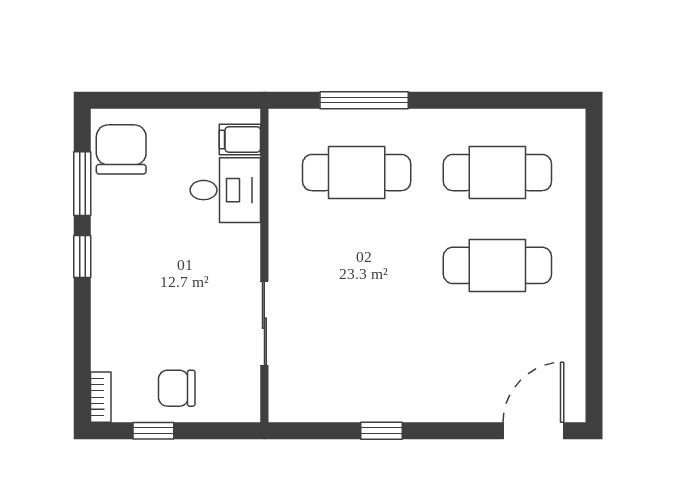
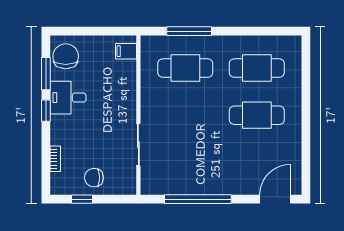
desk: (225, 190) -> (68, 98), moved, turned 180
bookcase: (101, 397) -> (55, 159), moved
window: (382, 431) -> (198, 199), width x3.17

